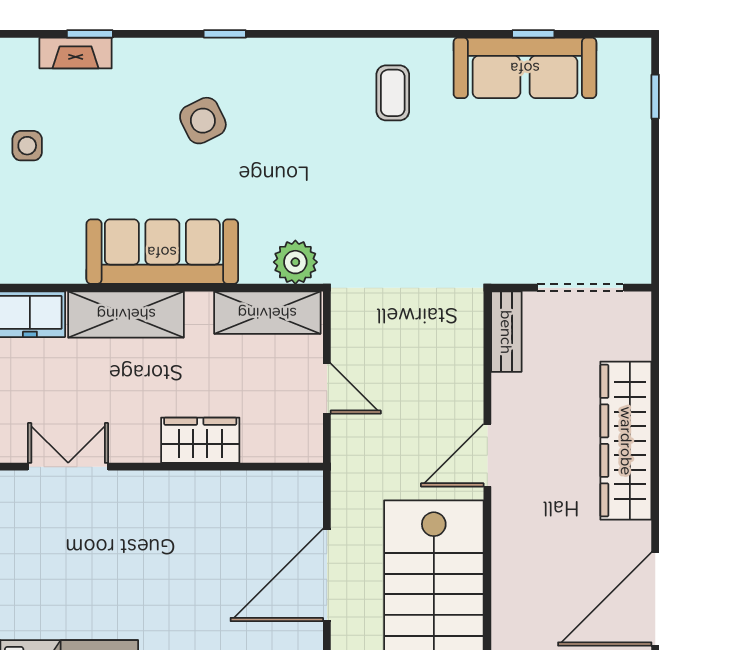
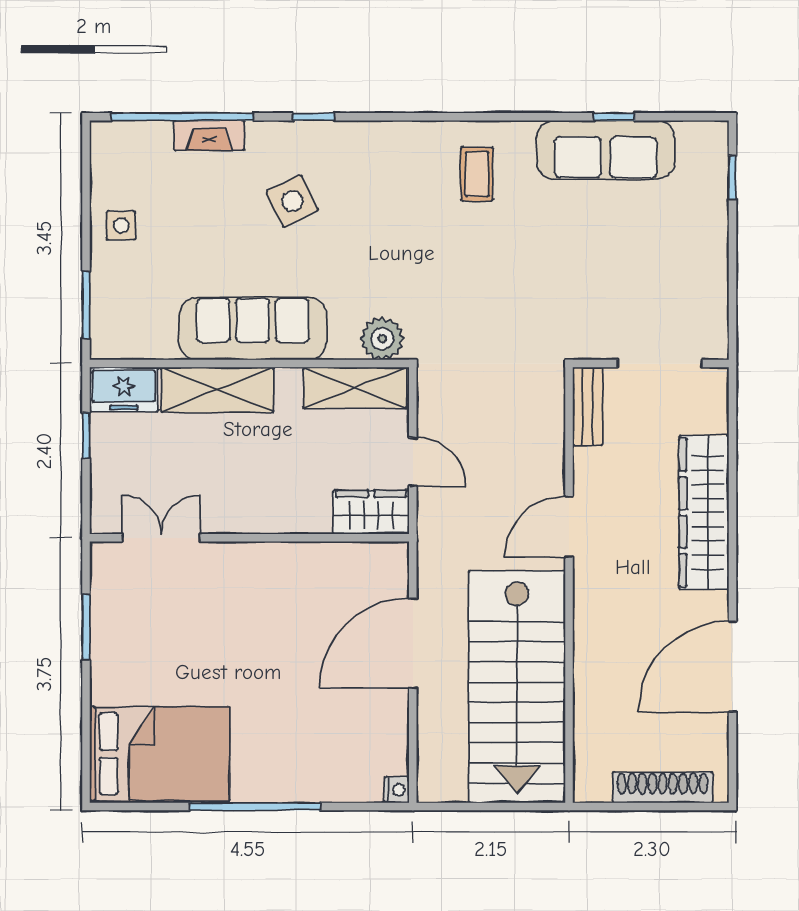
window: (90, 34) -> (182, 117), width x3.17
fireplace: (76, 53) -> (209, 135), moved
wardrobe: (200, 440) -> (371, 512), moved

